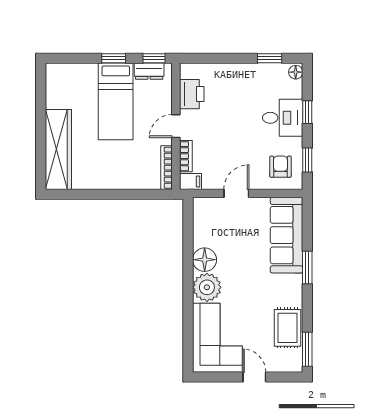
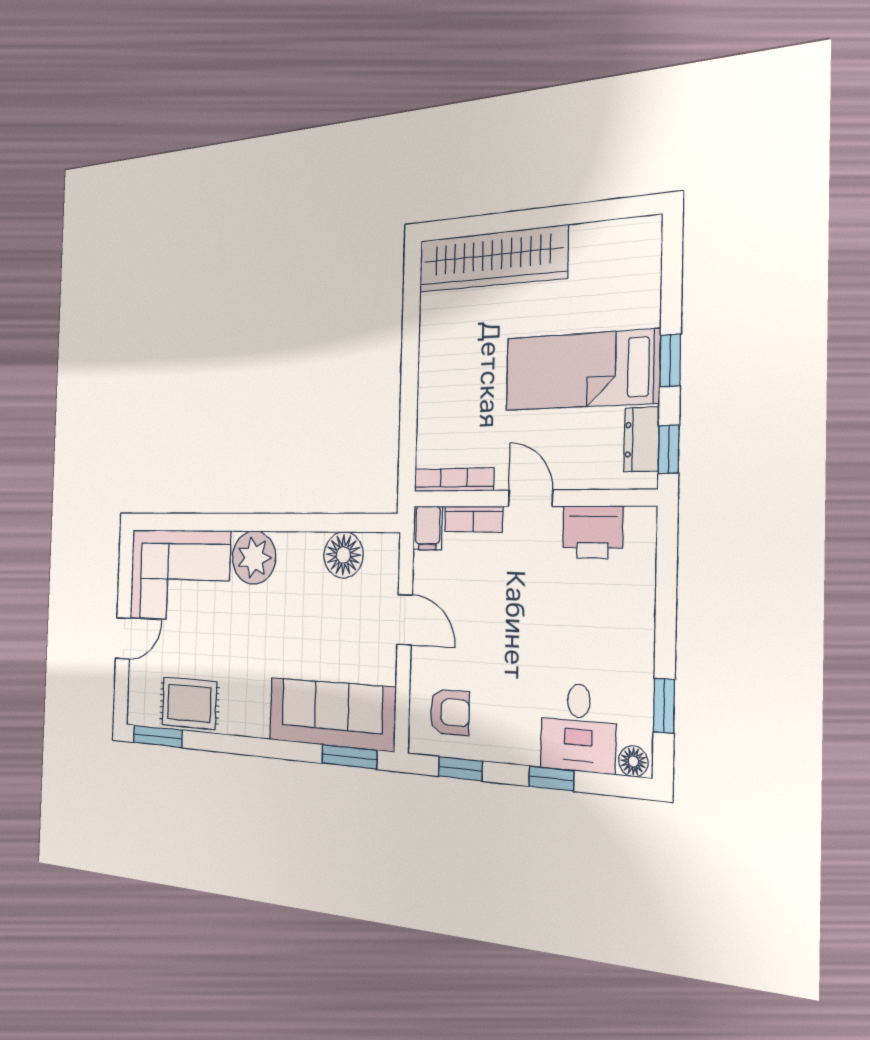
desk: (283, 118) -> (578, 728), moved
floor lamp: (205, 260) -> (343, 555), moved
window: (307, 267) -> (349, 757), moved

